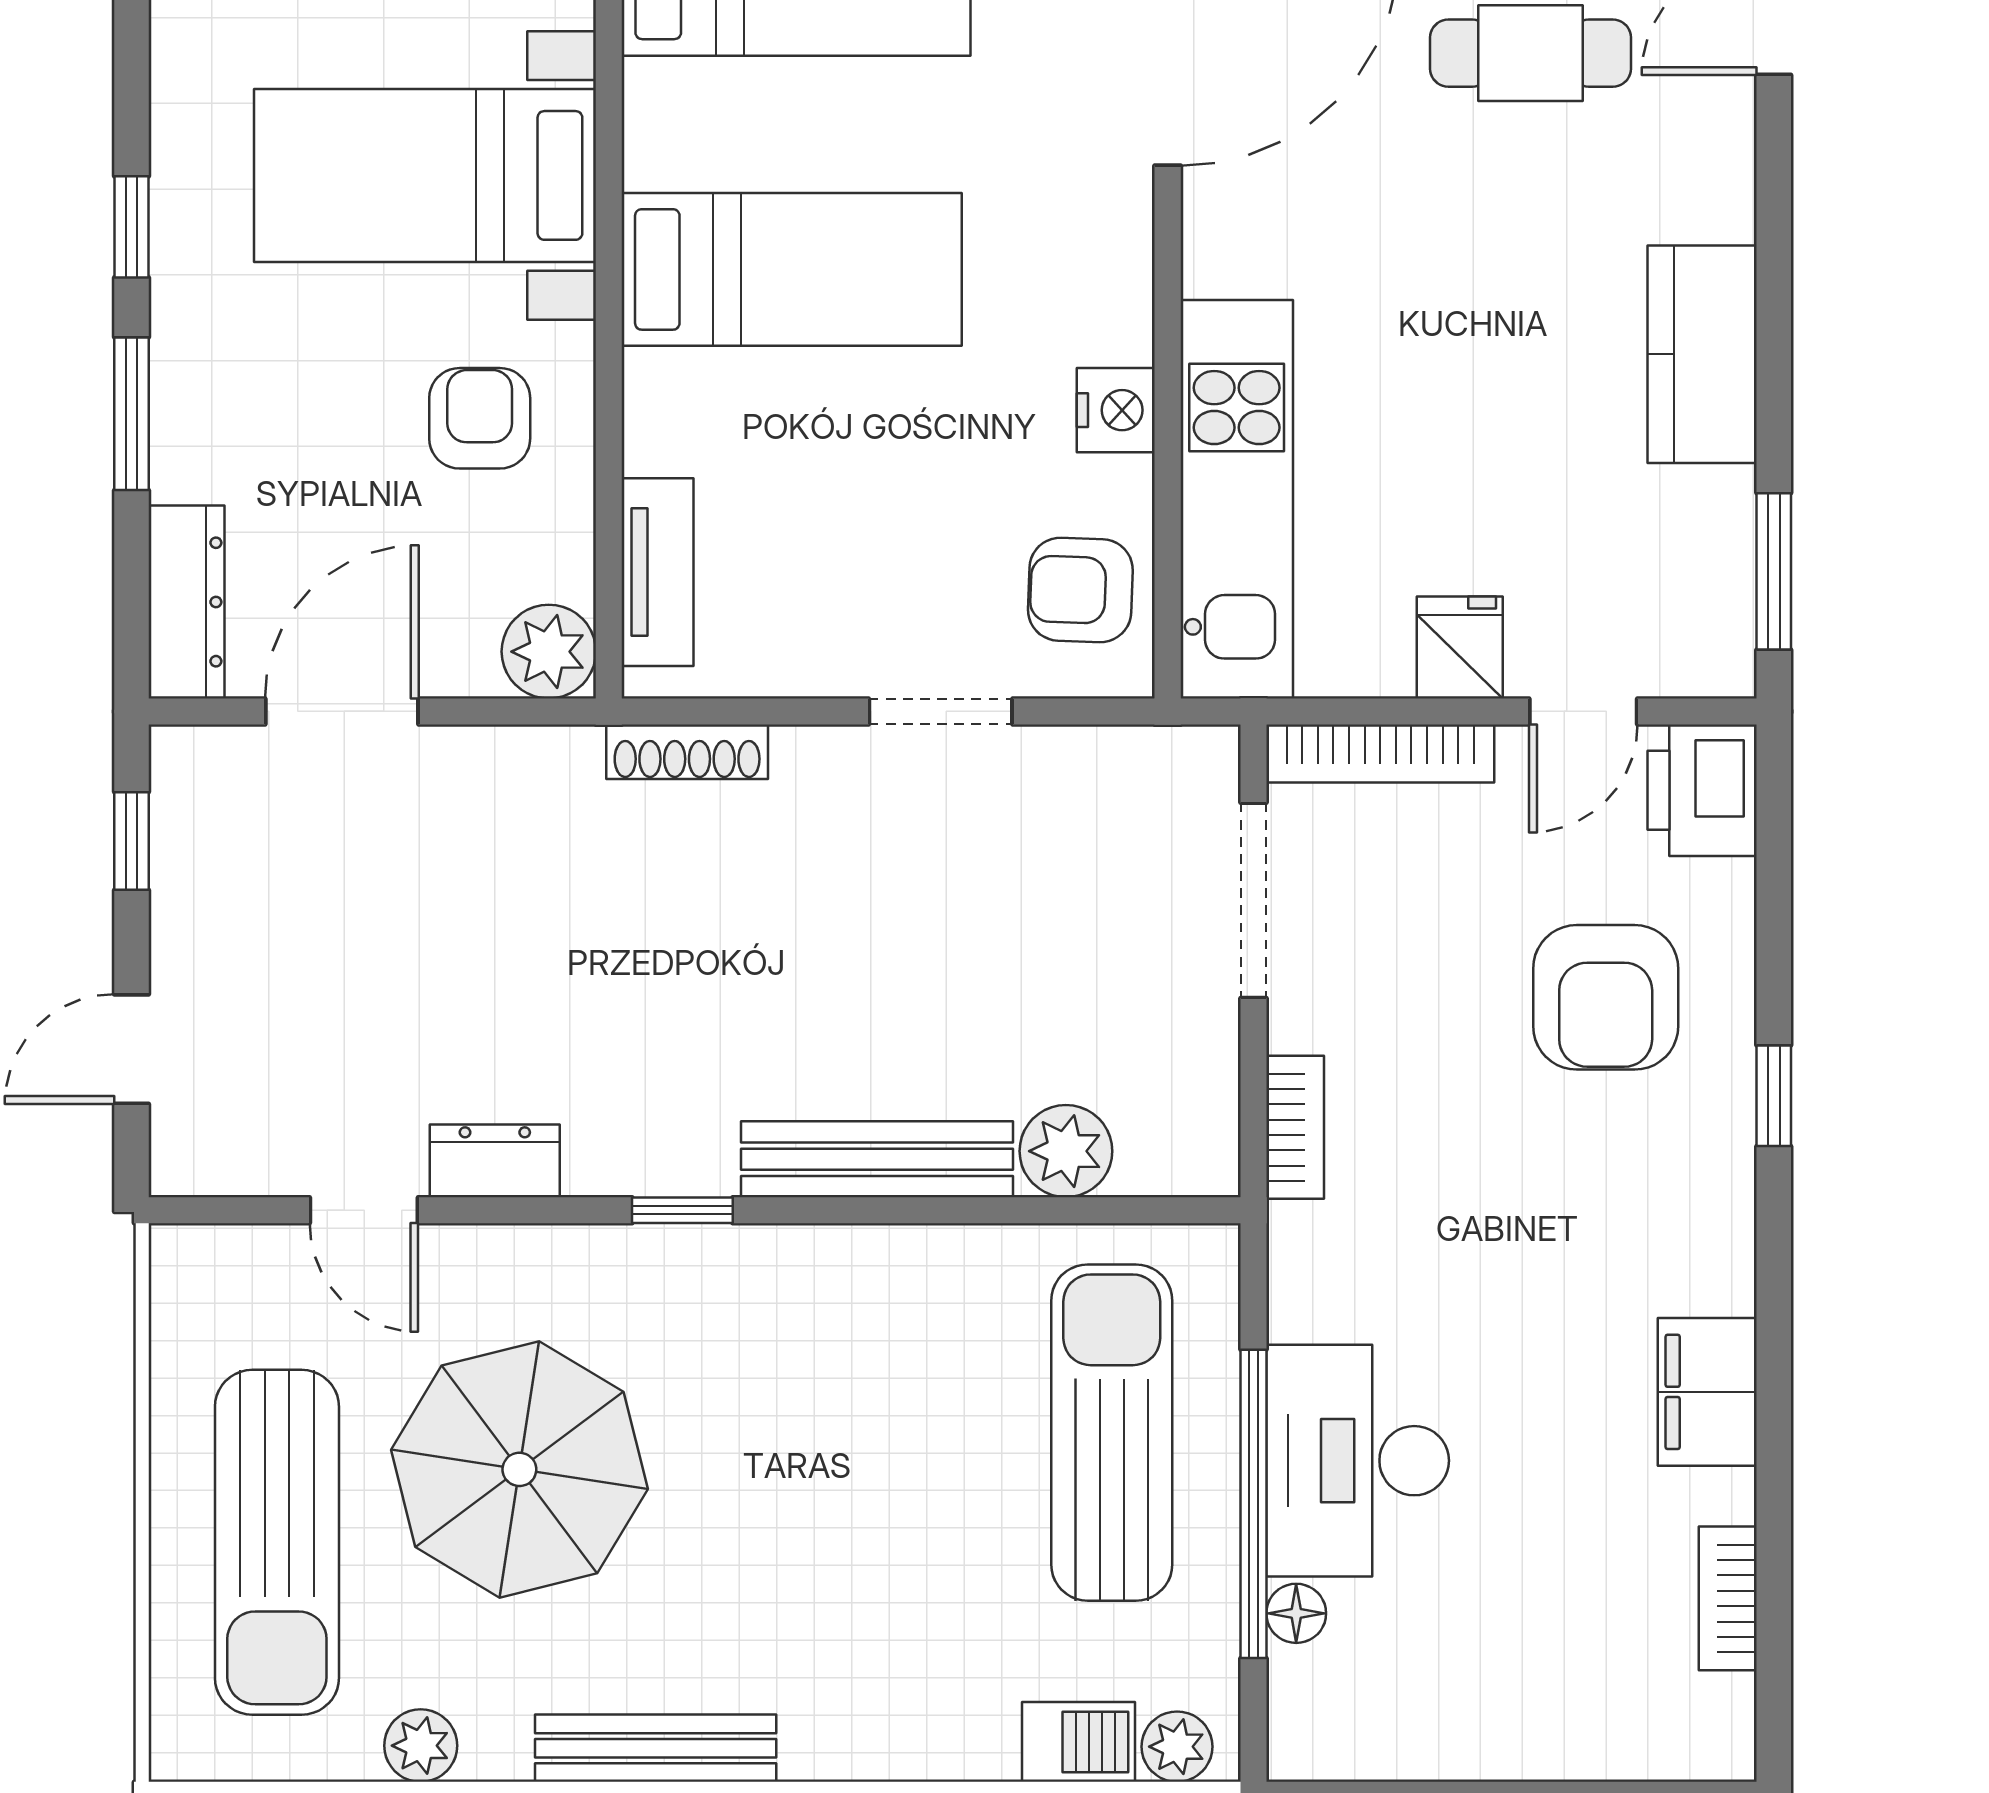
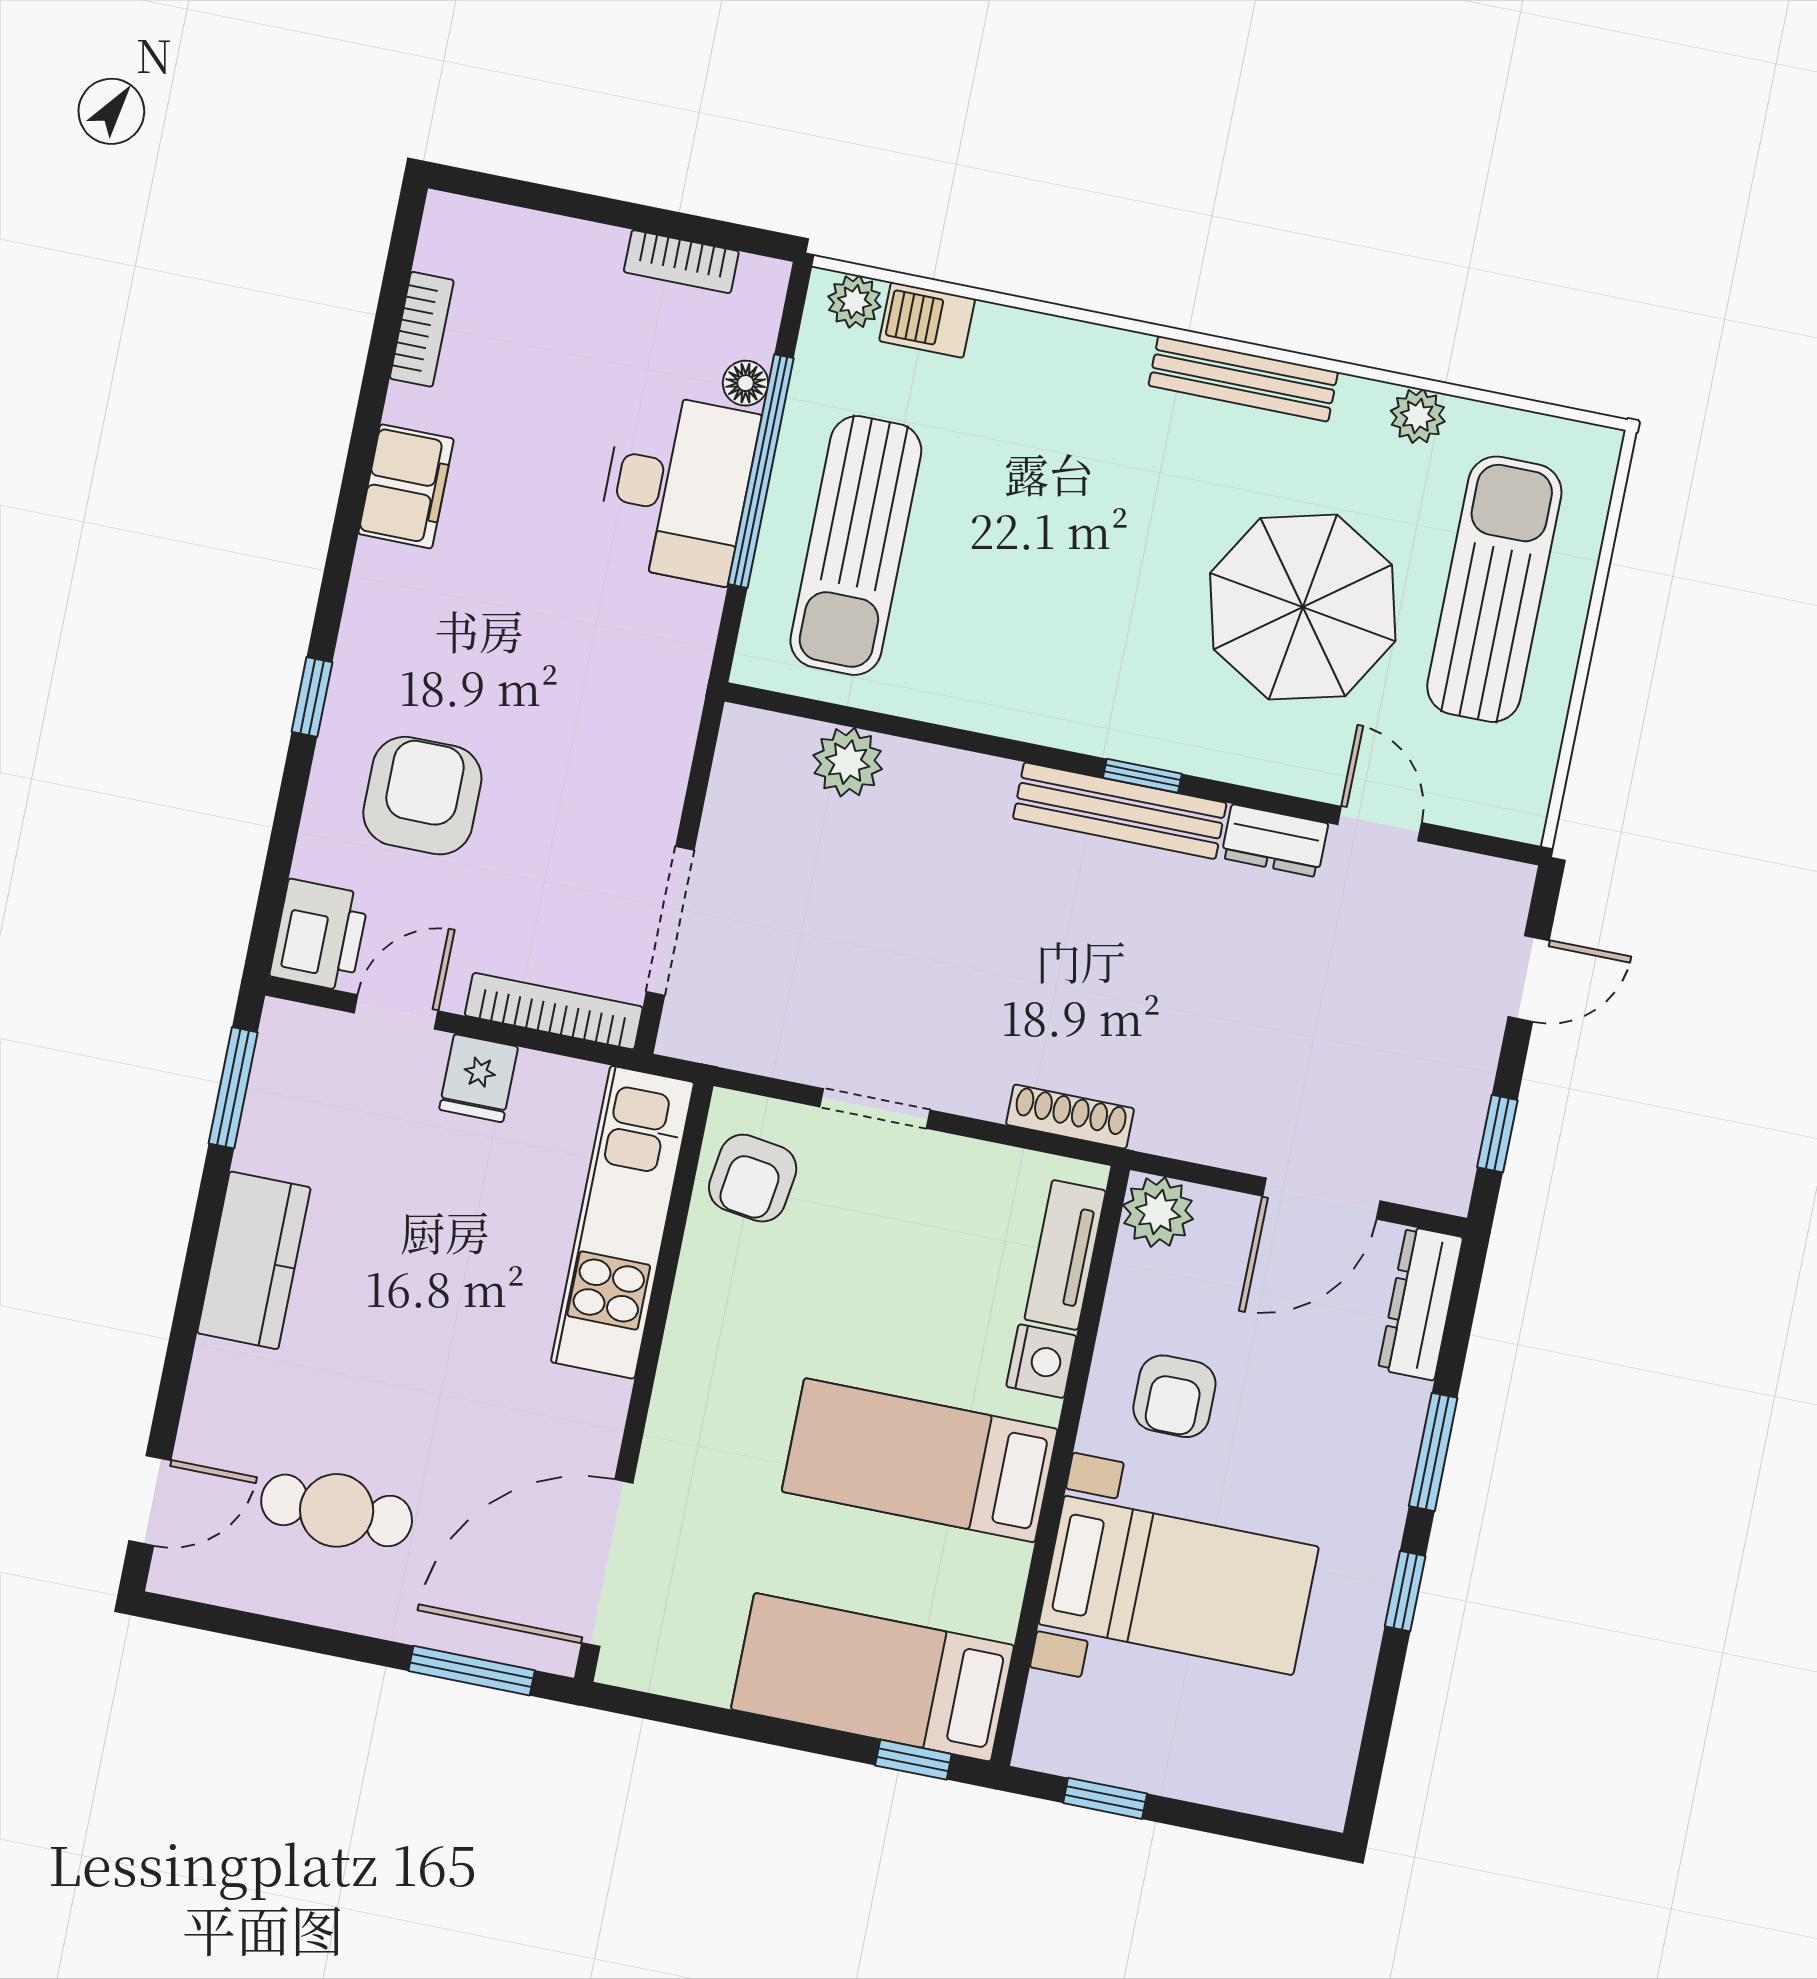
nightstand: (1116, 410) -> (1041, 1361), moved, turned 180
armchair: (1080, 590) -> (753, 1178), turned 96
bookcase: (1295, 1127) -> (681, 262), moved, turned -90
bench: (877, 1159) -> (1120, 811), moved

